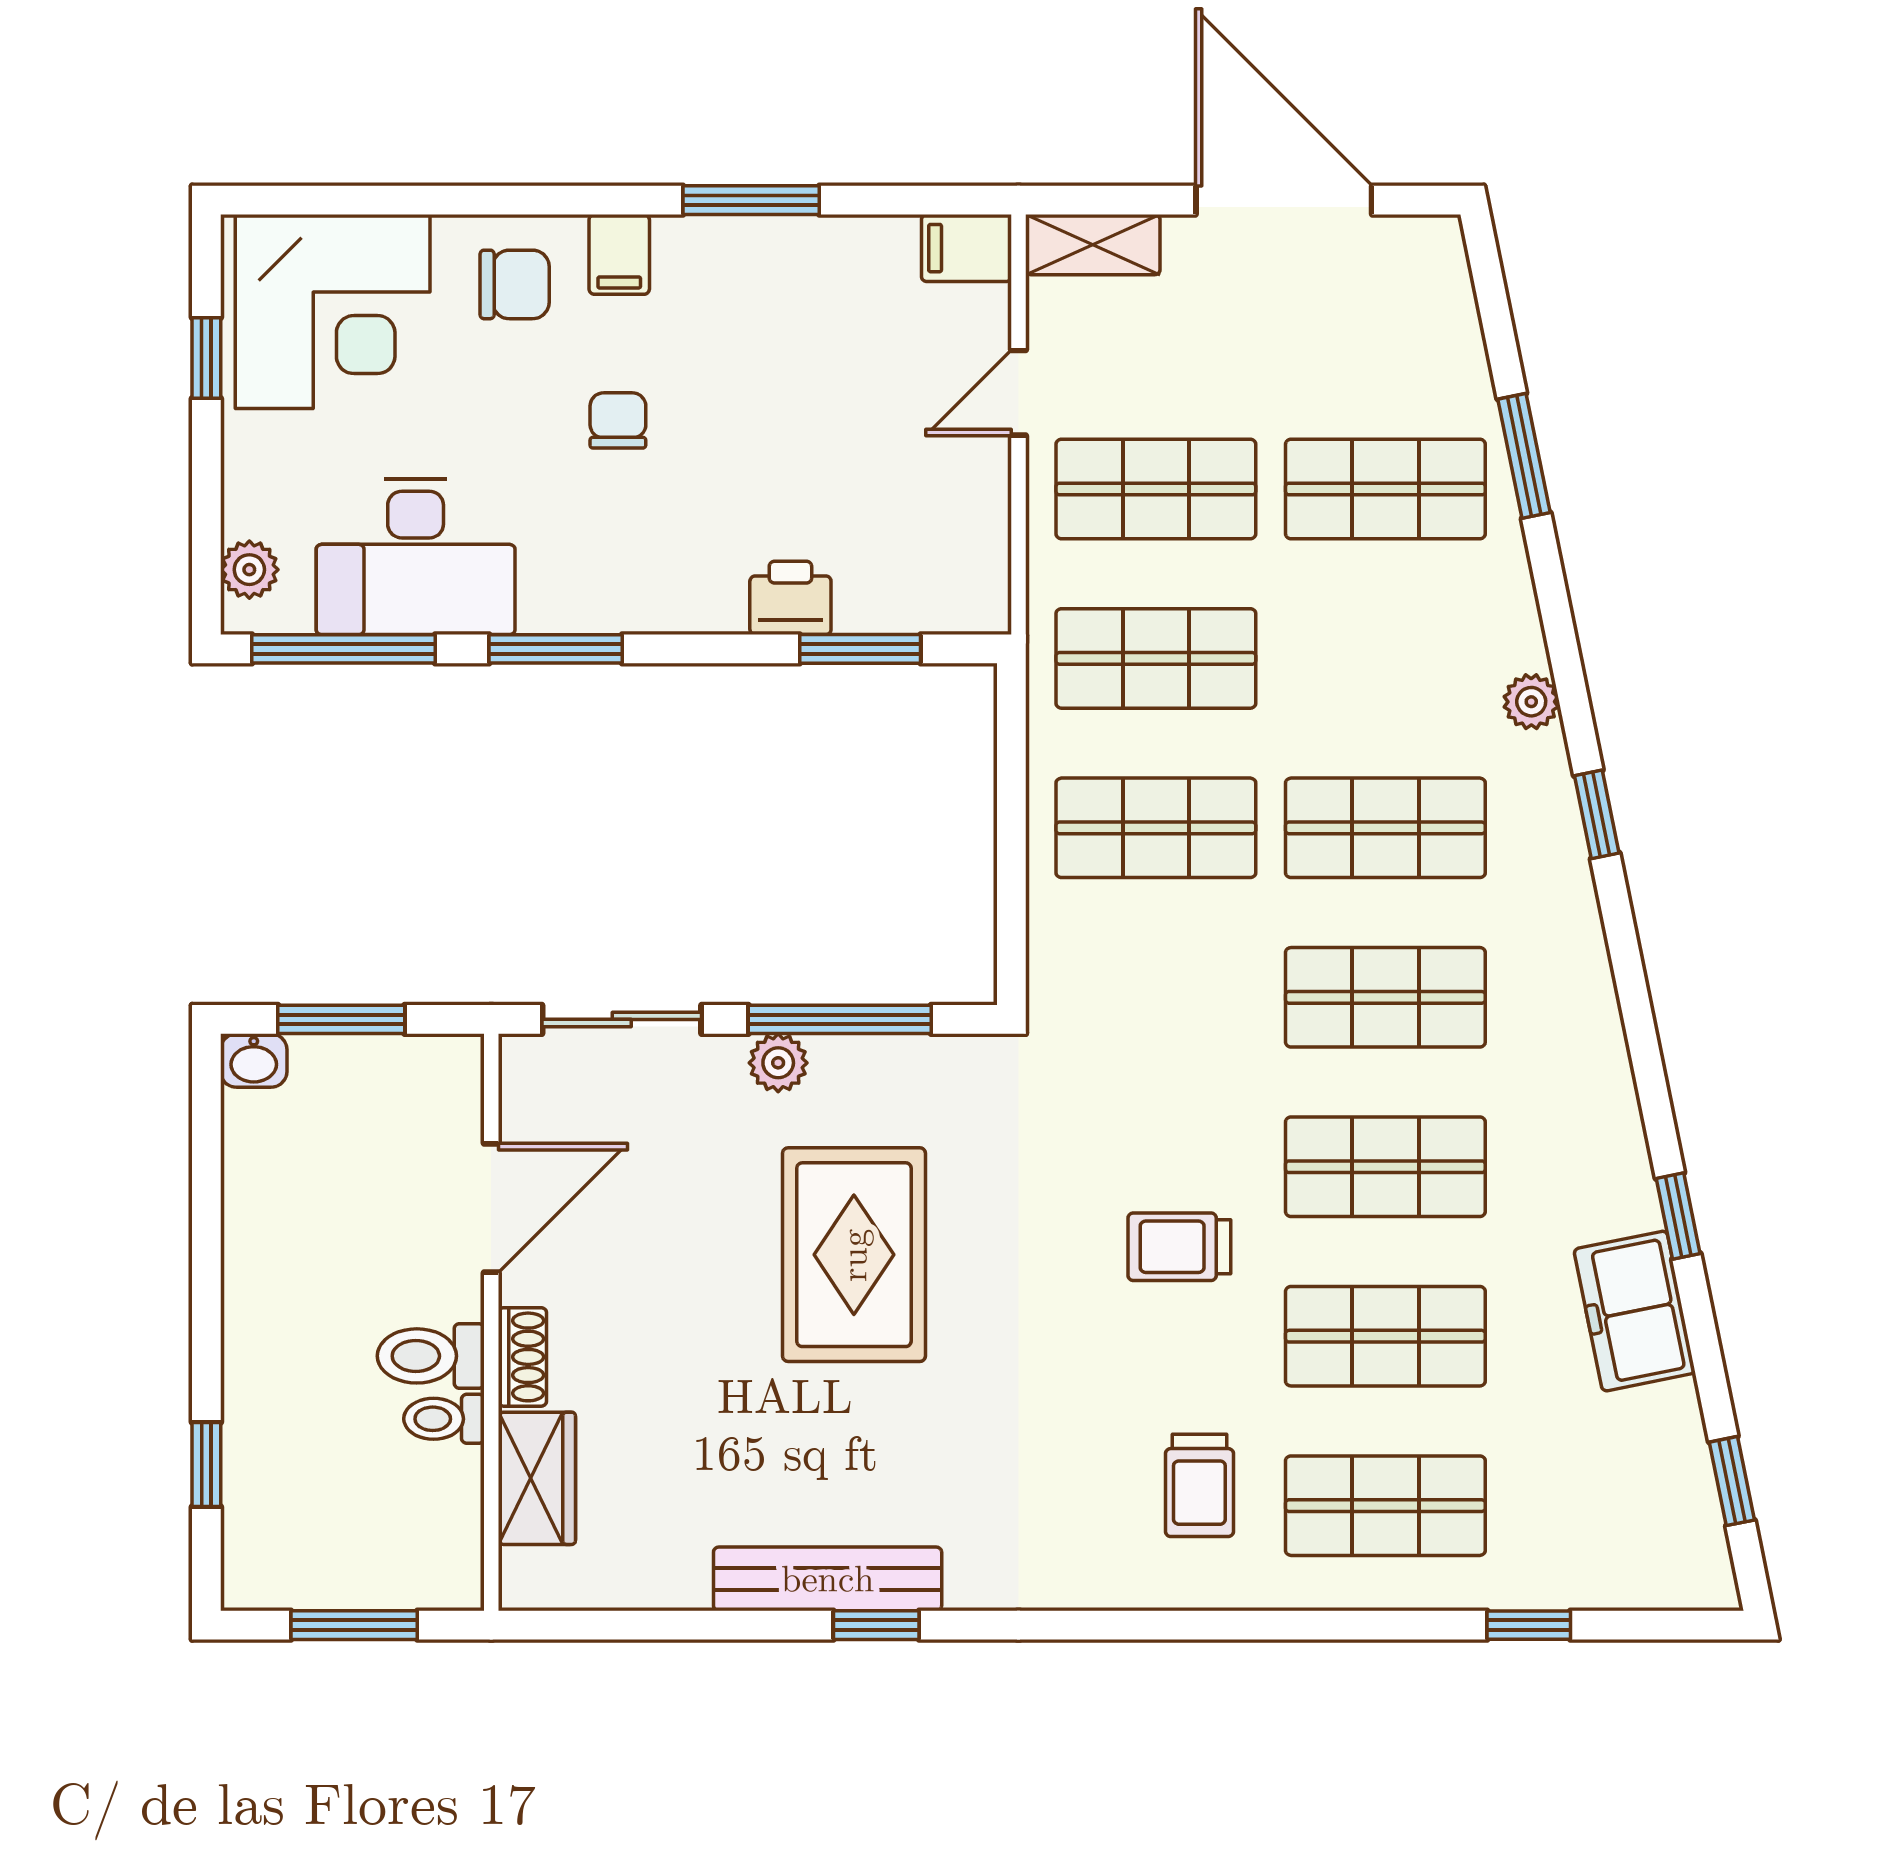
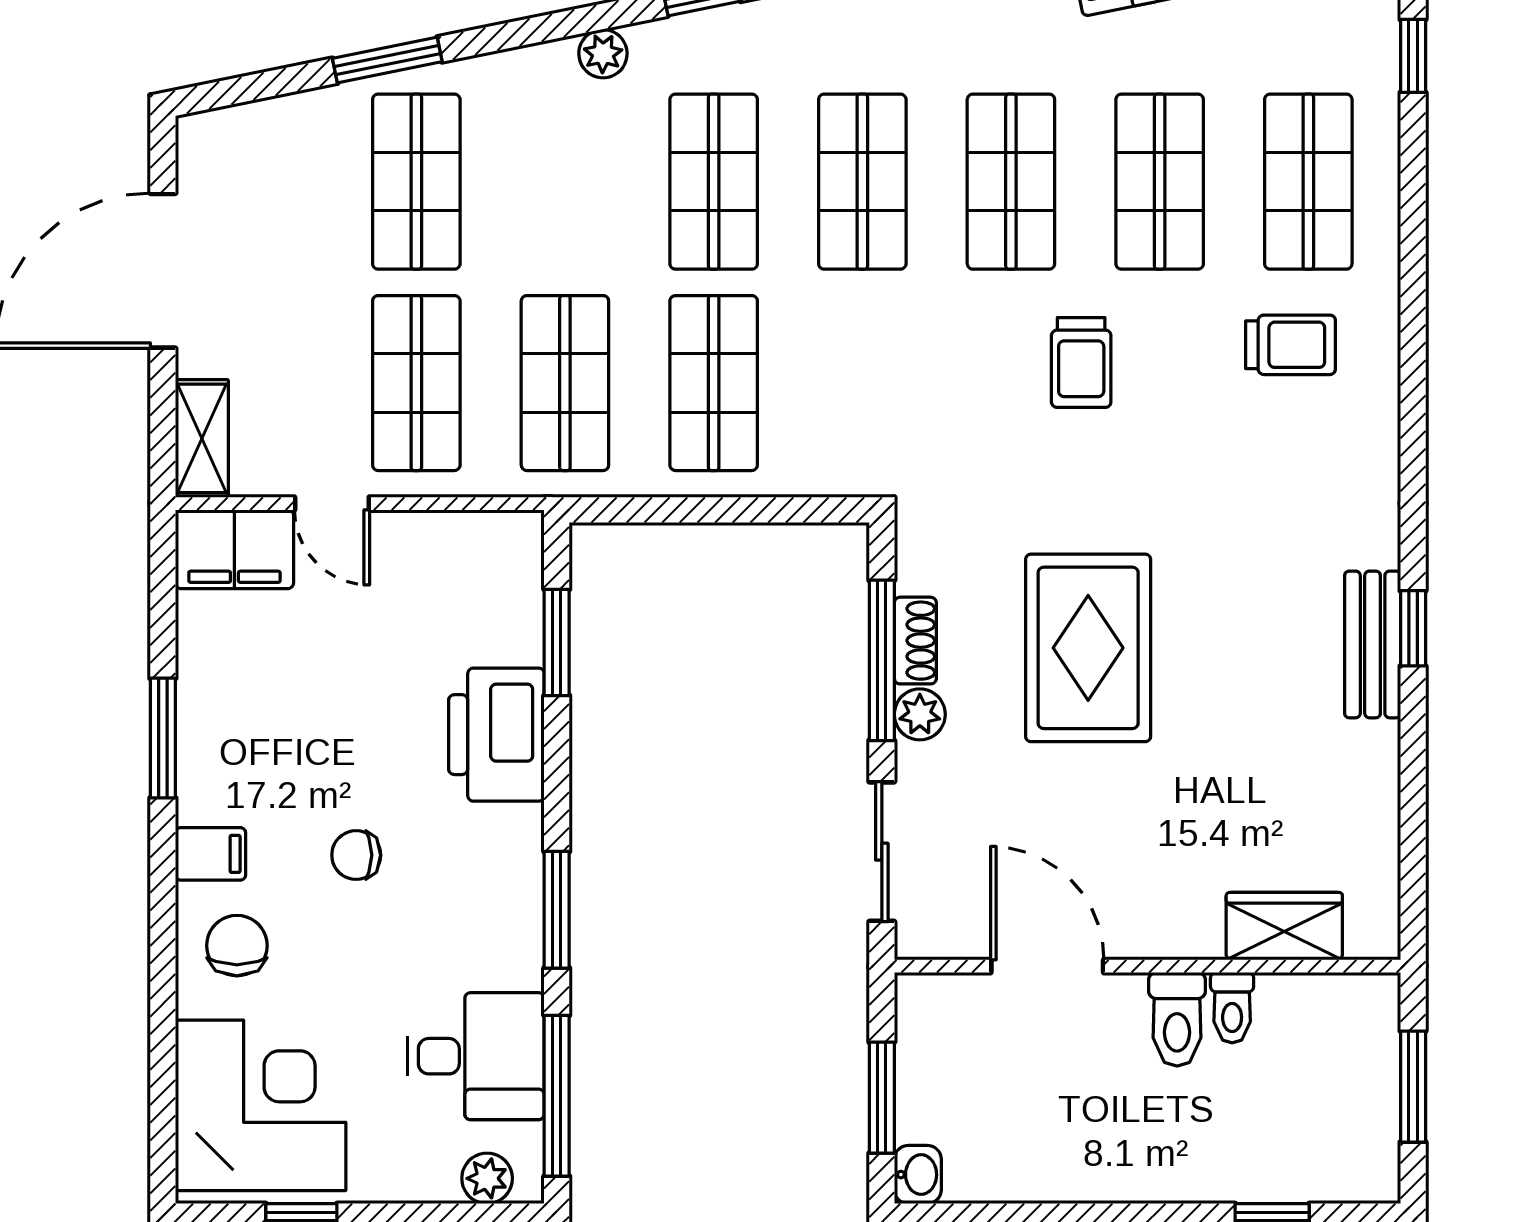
filing cabinet: (966, 248) -> (234, 549), width x2.00
desk: (416, 557) -> (476, 1056), width x0.73
printer: (790, 598) -> (496, 735), width x1.87, depth x1.48
rug: (854, 1255) -> (1088, 648), turned 90
shoe rack: (522, 1357) -> (915, 641), moved, turned 90
bench: (828, 1579) -> (1373, 644), width x0.73

